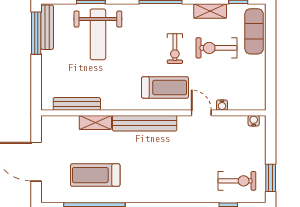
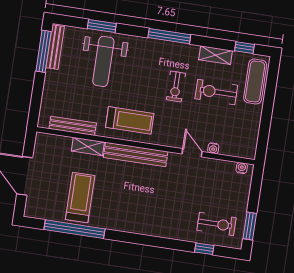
treadmill: (165, 87) -> (130, 120), moved
treadmill: (95, 175) -> (80, 197), turned 90

